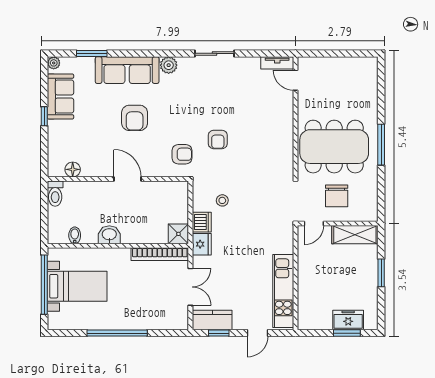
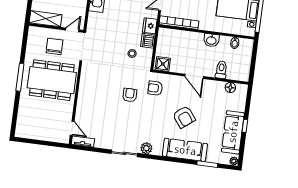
plant: (169, 65) -> (146, 148), moved
sofa: (60, 97) -> (233, 132), width x1.36
armchair: (135, 118) -> (184, 117), turned 143
toilet: (55, 194) -> (221, 70), moved
shower: (178, 234) -> (163, 64), moved

